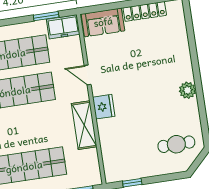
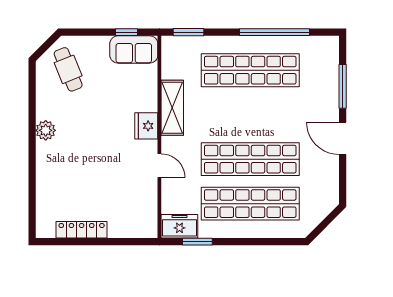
sofa: (103, 22) -> (134, 49), moved, turned 180
cafe table: (176, 144) -> (68, 69), turned 69

